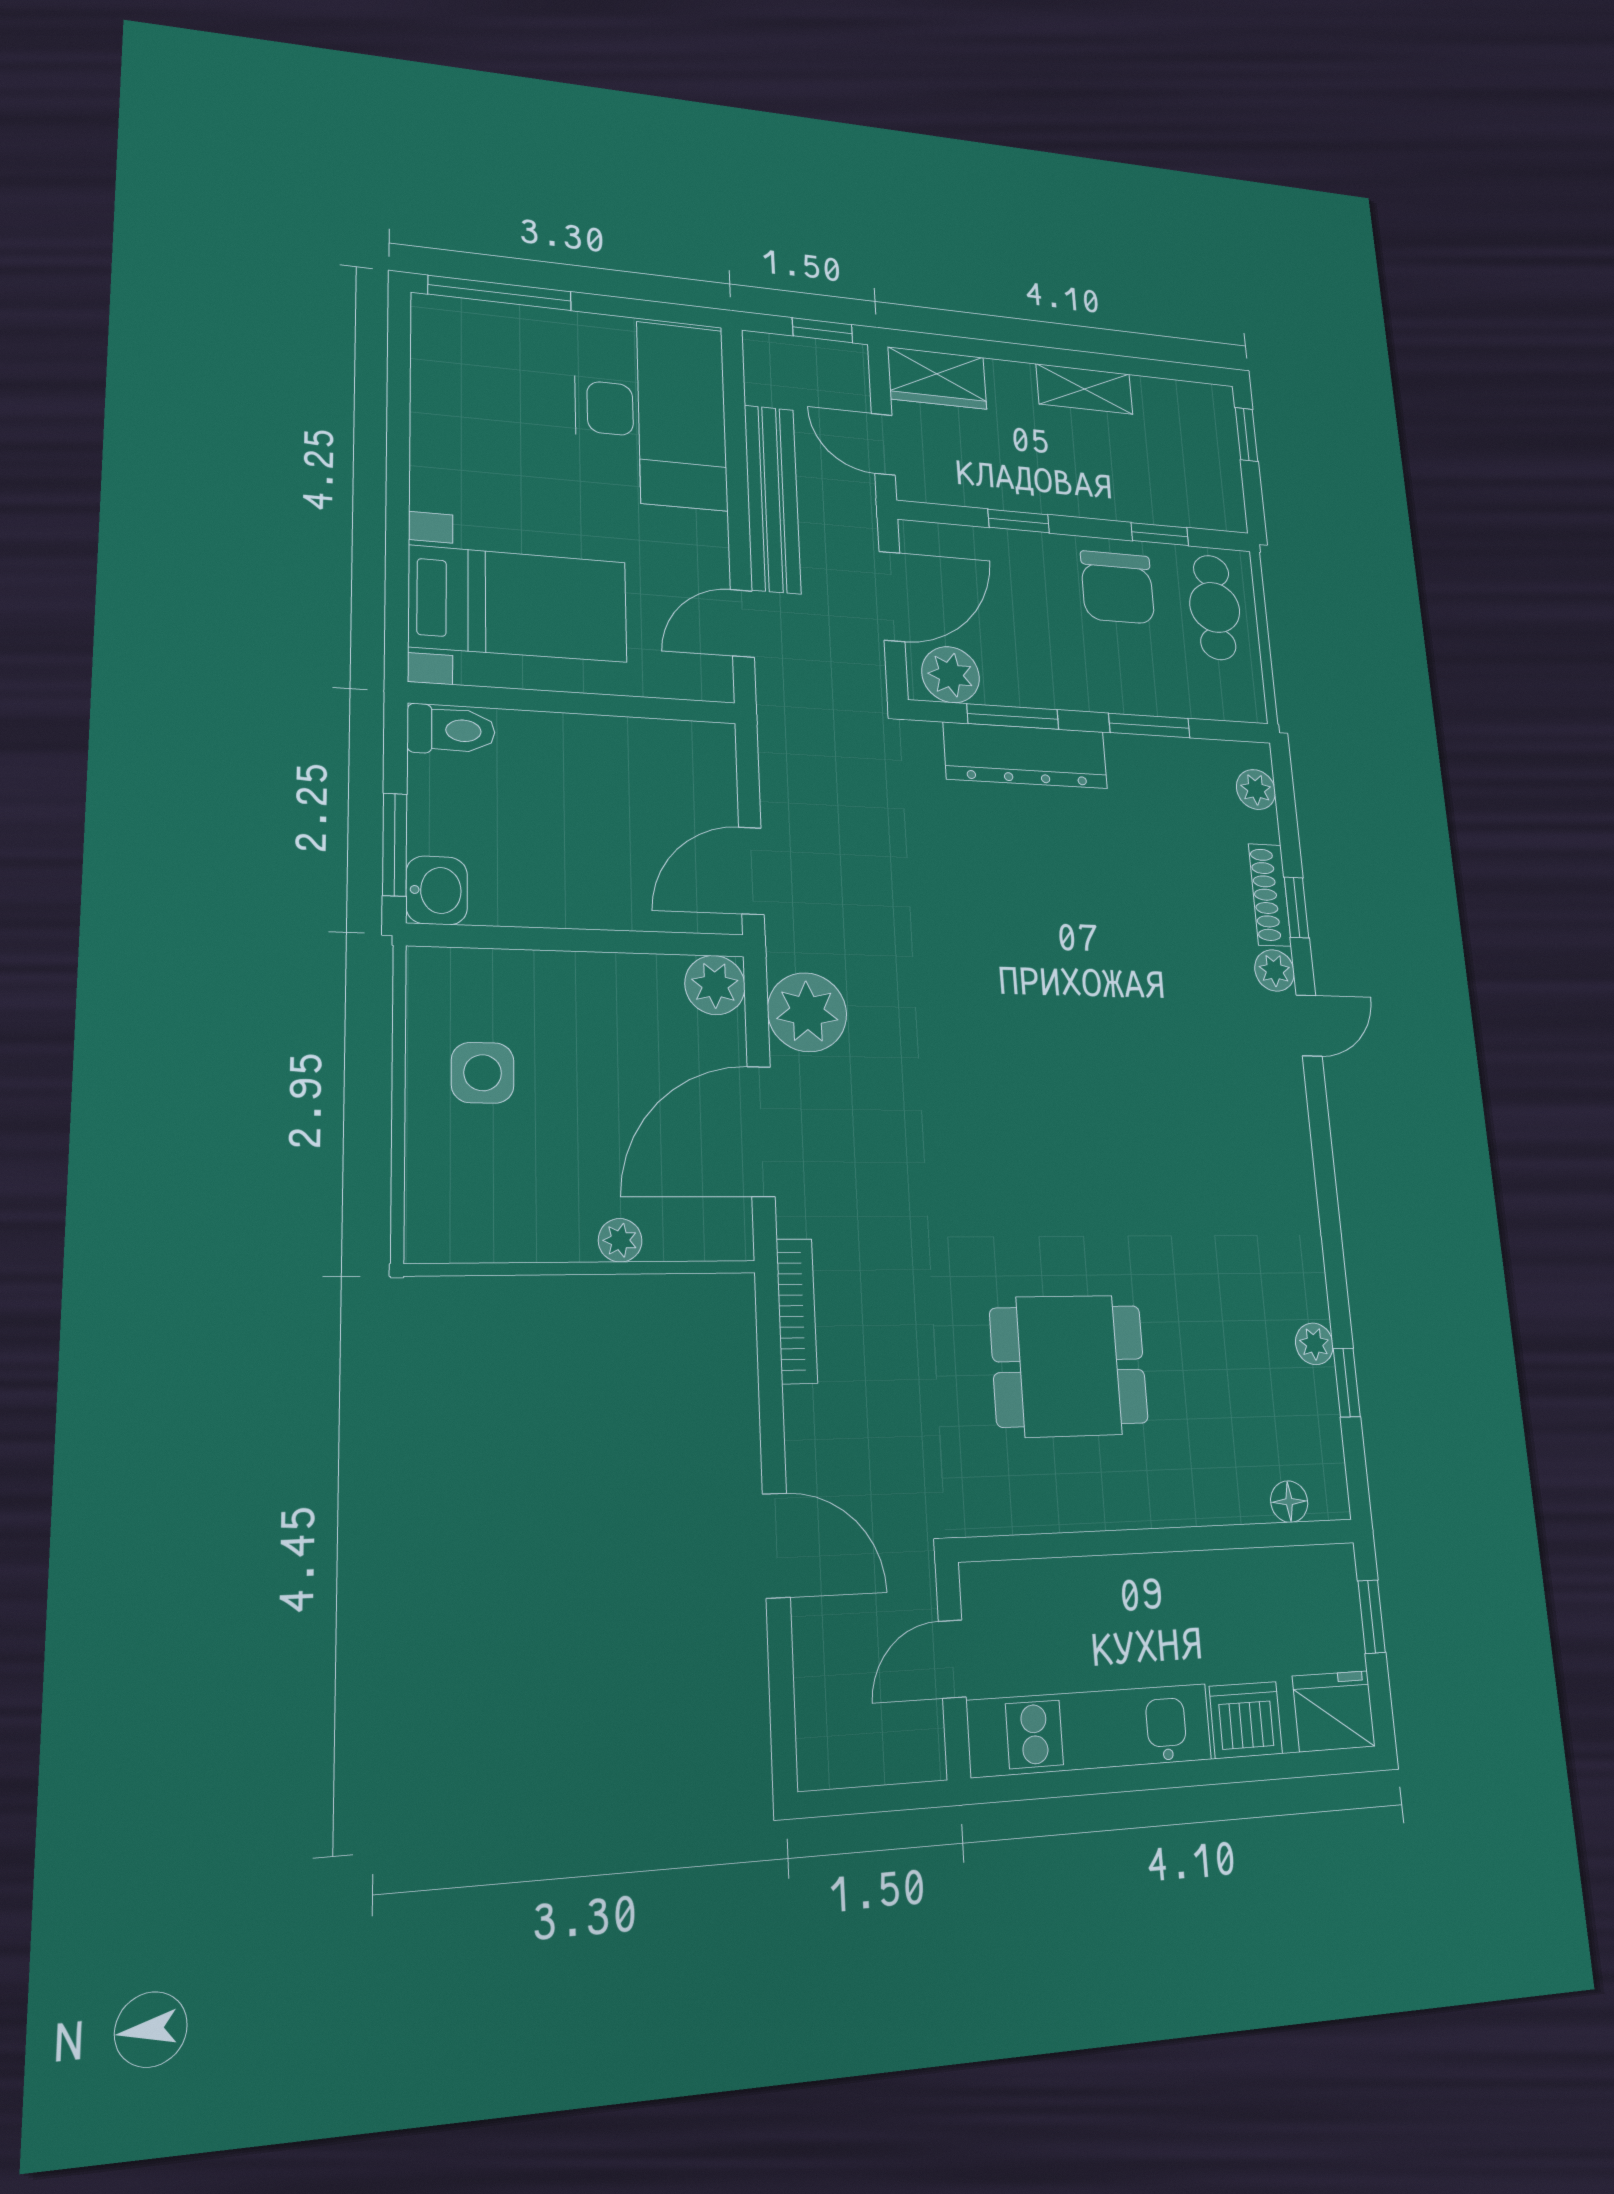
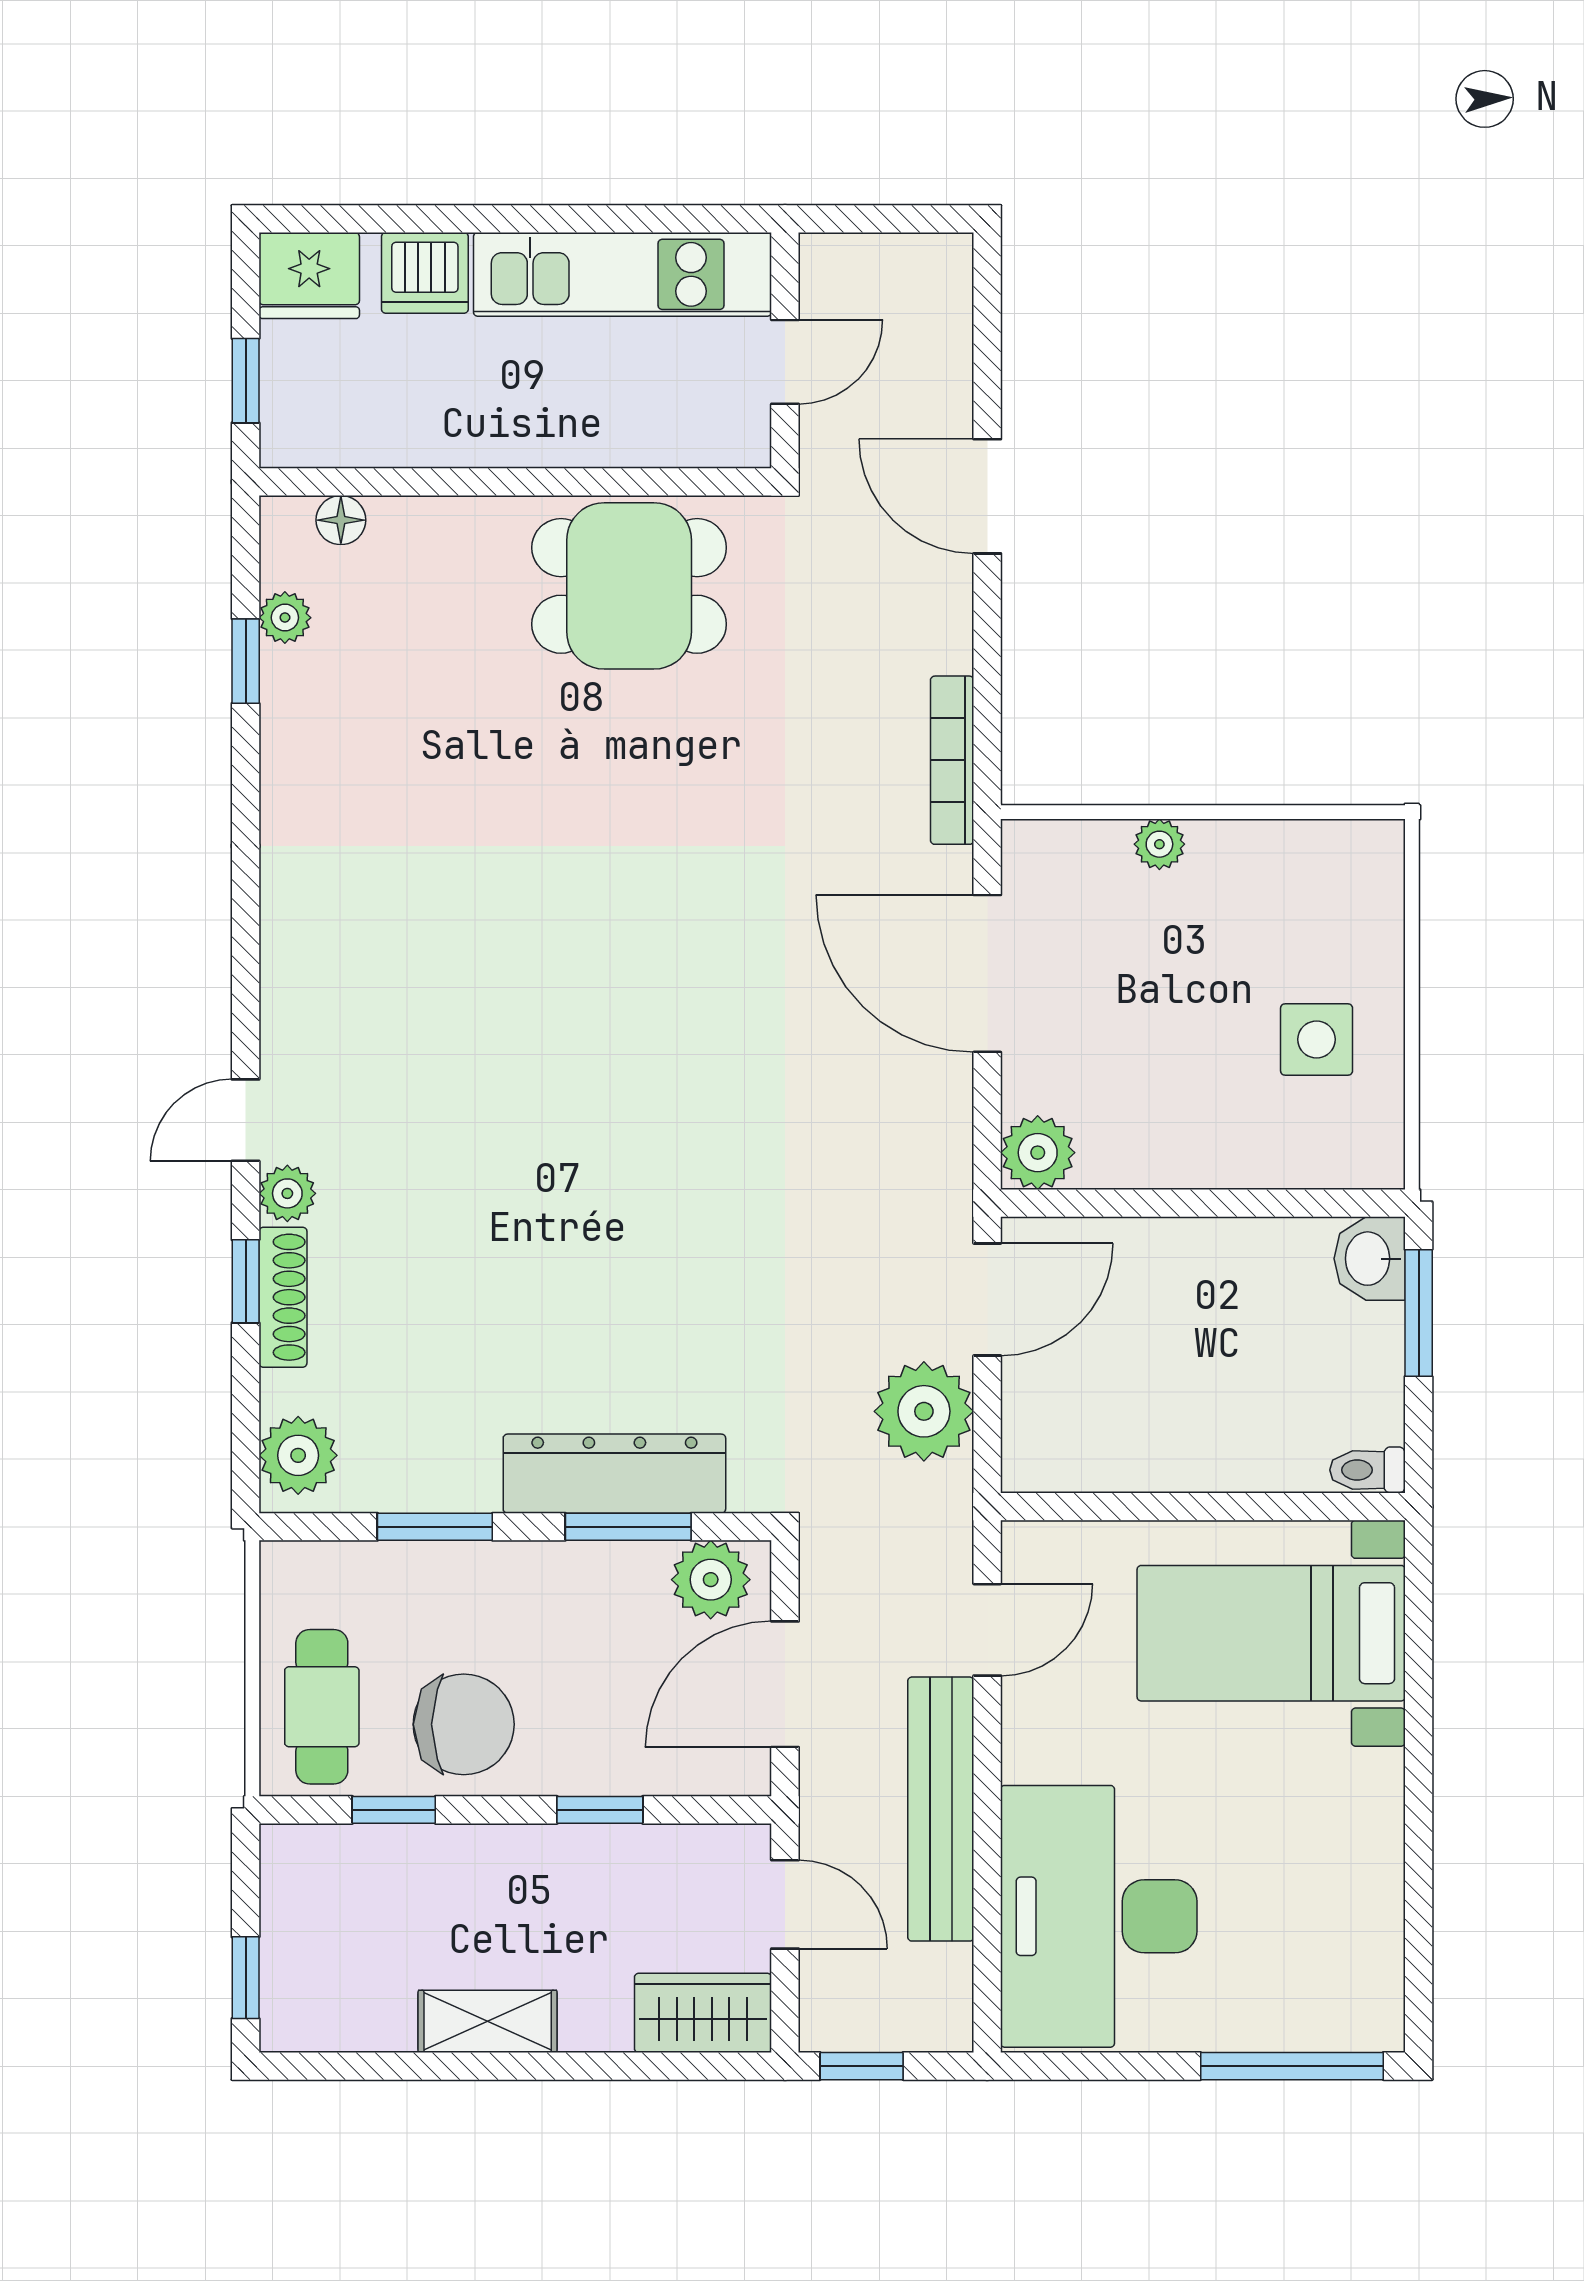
chair: (1118, 587) -> (464, 1724), turned 90
toilet: (451, 730) -> (1368, 1470), width x0.73, depth x0.72
plant: (1256, 789) -> (298, 1455), width x1.38, depth x1.38
plant: (807, 1012) -> (924, 1411), moved
door: (761, 1131) -> (987, 973), swing flipped
plant: (1314, 1344) -> (285, 618), moved
dining table: (1069, 1366) -> (629, 586), moved

